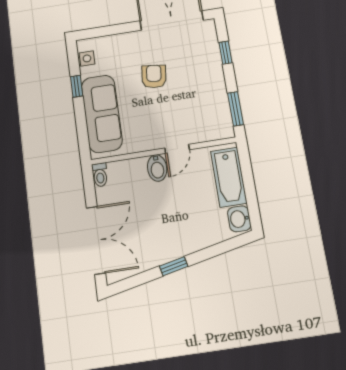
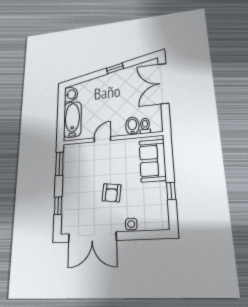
side table: (87, 58) -> (131, 224), moved
sofa: (102, 114) -> (153, 160), width x0.73
bidet: (157, 168) -> (132, 126), moved
toilet: (100, 175) -> (145, 126), moved

